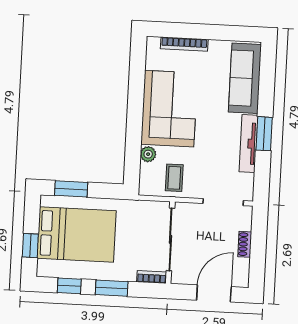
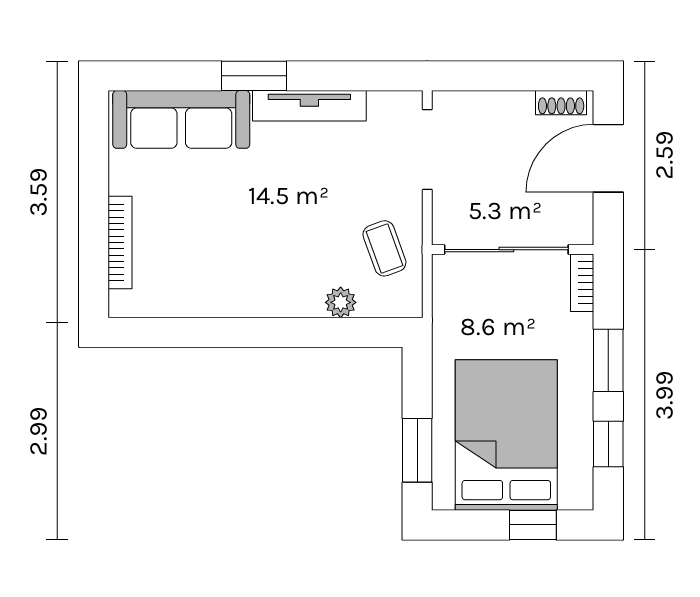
corner sofa: (169, 109) -> (249, 266), removed
window: (264, 134) -> (254, 76), moved
coffee table: (174, 178) -> (384, 248), turned 70
shoe rack: (245, 244) -> (561, 103), moved
door: (214, 293) -> (608, 158), hinge flipped

